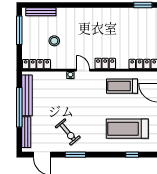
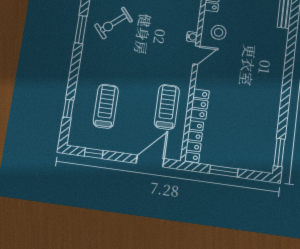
stool: (54, 41) -> (219, 32), moved
locker: (105, 64) -> (200, 104), moved
treadmill: (127, 129) -> (106, 106), width x0.73, depth x0.73

